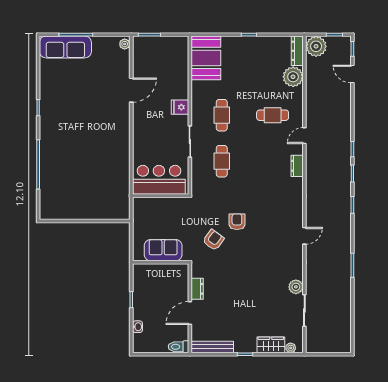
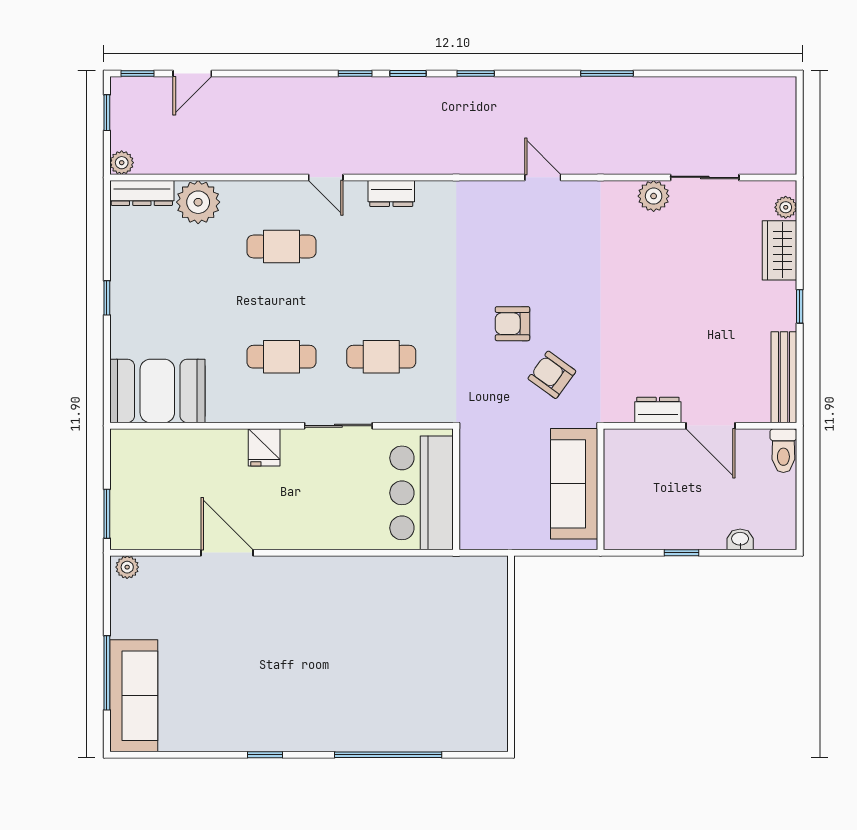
plant: (316, 46) -> (122, 163), width x0.53, depth x0.53
cafe table: (273, 115) -> (281, 247), turned 90
sofa: (163, 250) -> (574, 484), width x1.36

